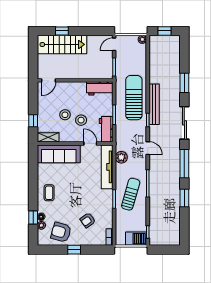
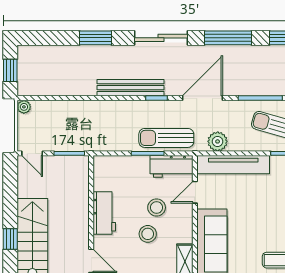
workbench: (100, 88) -> (104, 213), moved
sun lounger: (134, 98) -> (166, 138), moved, width x0.73, depth x0.75
door: (148, 148) -> (202, 98), width x1.87

